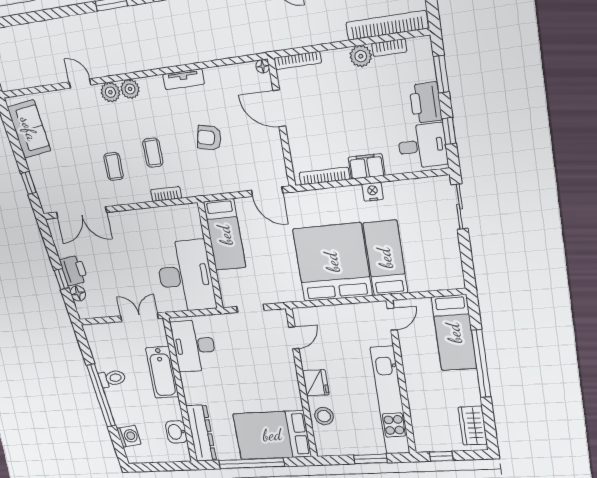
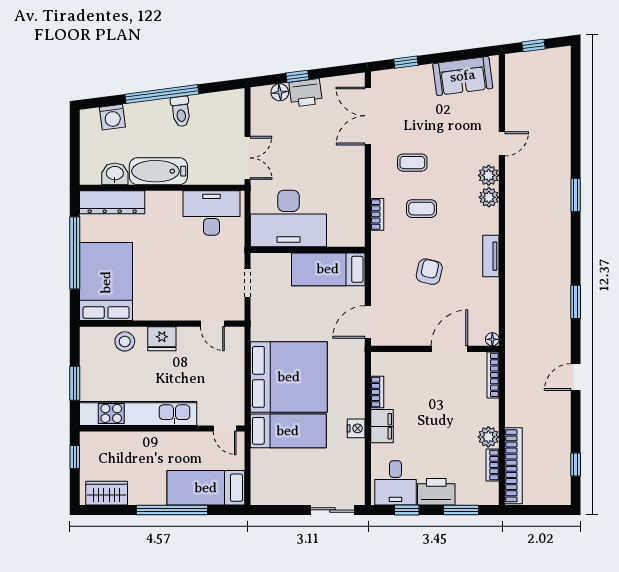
bookcase: (324, 176) -> (377, 392), width x0.64
bathtub: (162, 372) -> (158, 171), moved

